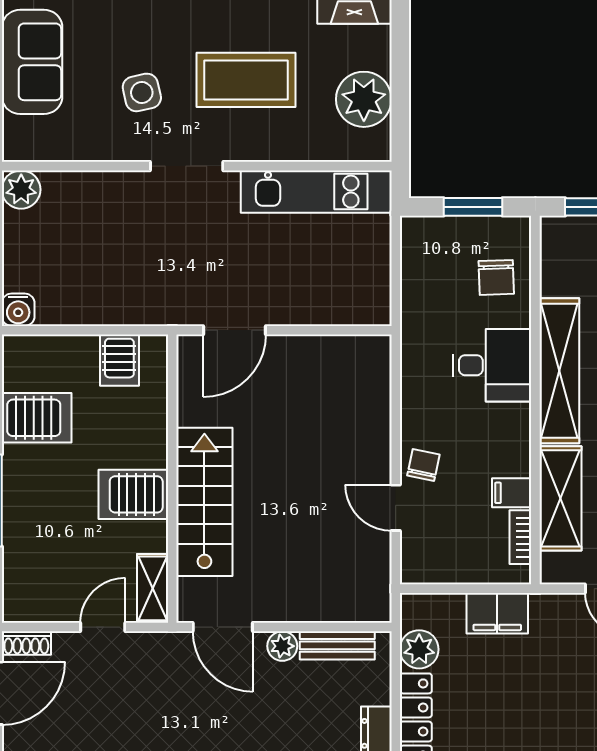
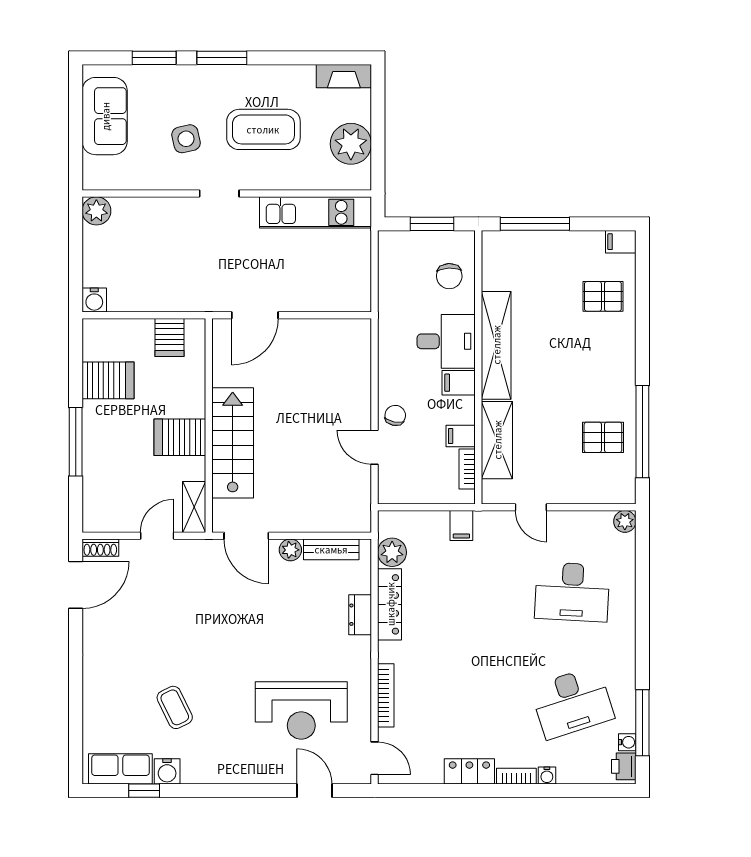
doorway: (187, 166) -> (219, 193), width x0.73
filing cabinet: (509, 421) -> (459, 383), added
filing cabinet: (497, 613) -> (461, 525), width x0.50

